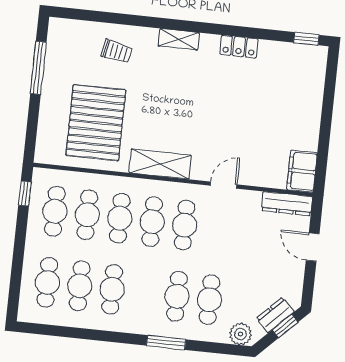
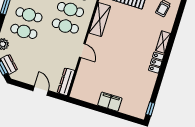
locker: (239, 47) -> (156, 63), moved
filing cabinet: (302, 171) -> (110, 102), moved
door: (313, 247) -> (41, 91), hinge flipped

